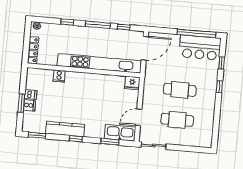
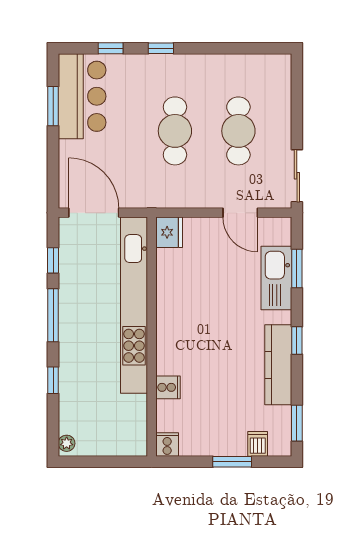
window: (197, 33) -> (53, 106), width x0.47
locker: (33, 50) -> (118, 447), removed
dishwasher: (31, 95) -> (258, 444), moved
cooker: (29, 105) -> (167, 445), moved
kitchen sink: (120, 133) -> (276, 278), moved

